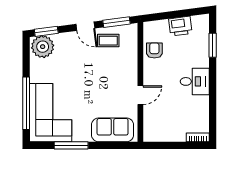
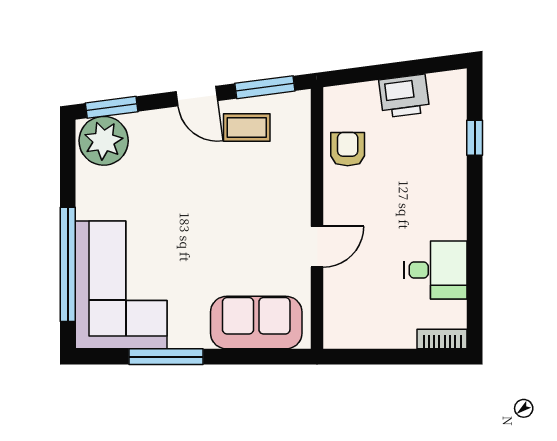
window: (213, 45) -> (475, 138), width x0.67
desk: (195, 81) -> (436, 270), moved

